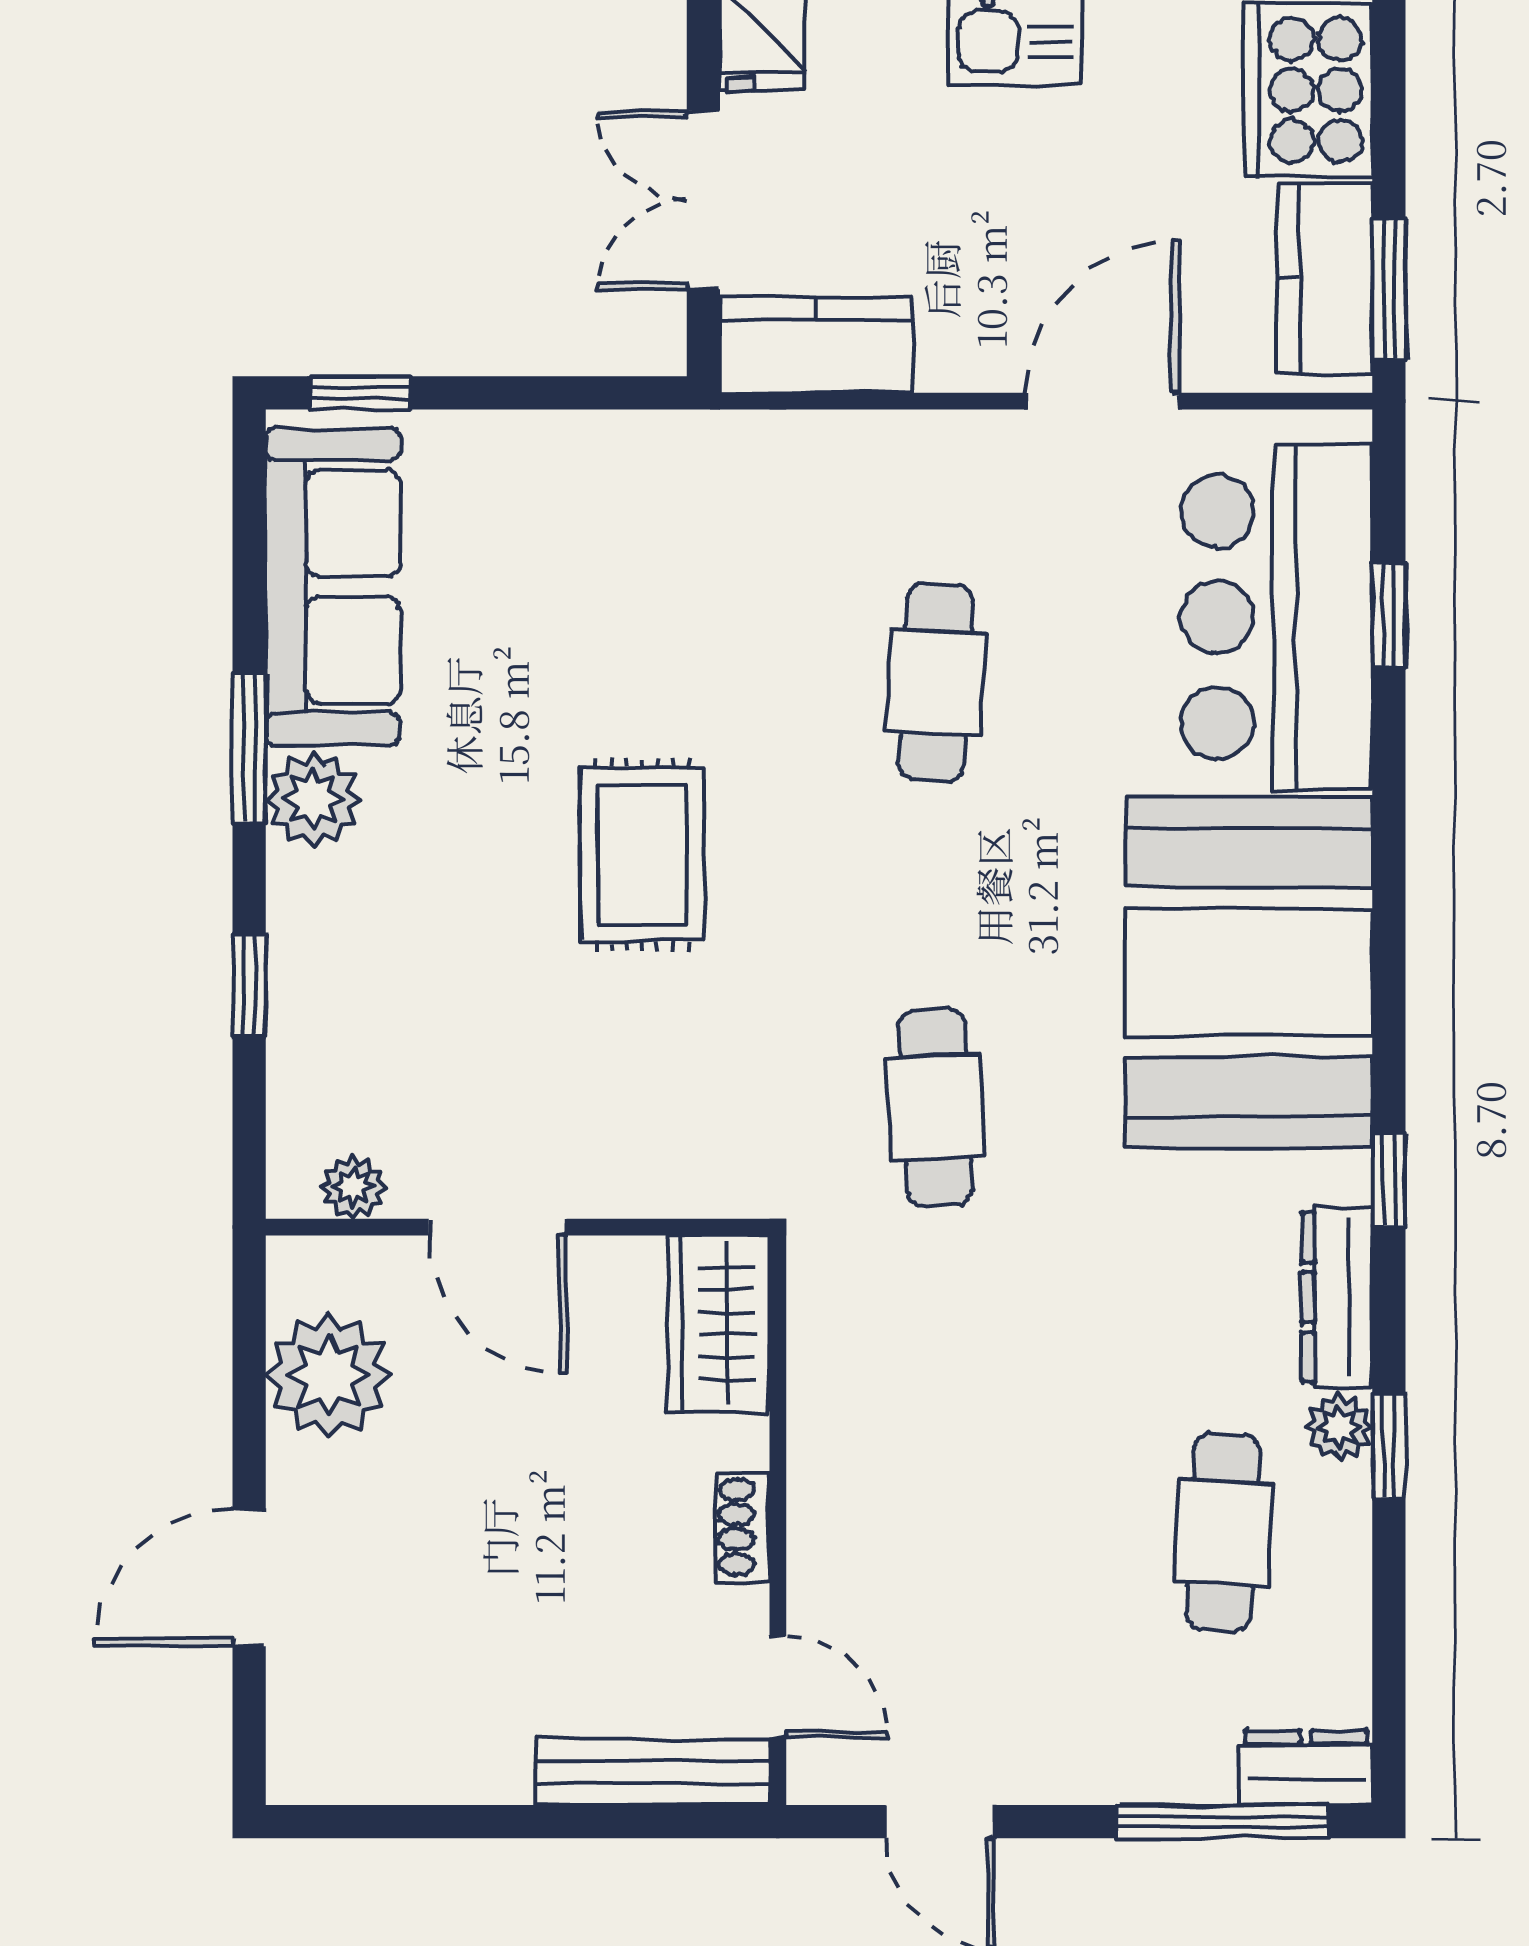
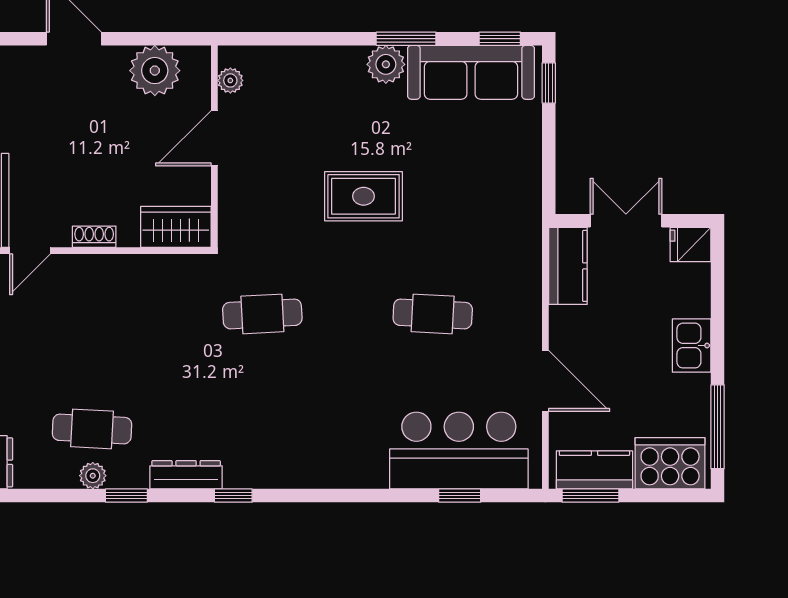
booth: (1249, 972) -> (316, 440), removed
window: (249, 986) -> (500, 39), moved
plant: (1339, 1427) -> (93, 476), moved

